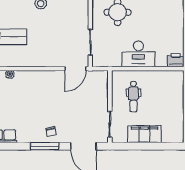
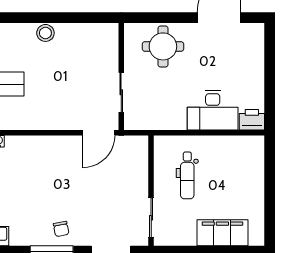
desk: (138, 54) -> (213, 110), moved
filing cabinet: (144, 134) -> (222, 233), moved

